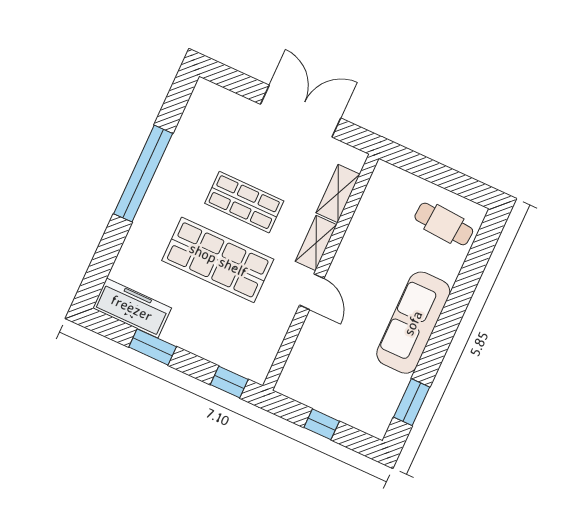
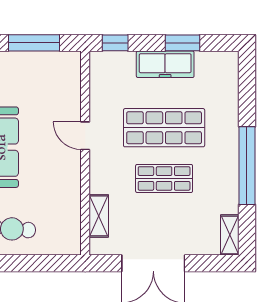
shelving: (316, 243) -> (230, 235), moved
freezer: (132, 308) -> (165, 64), moved
window: (322, 424) -> (34, 43), width x2.17

